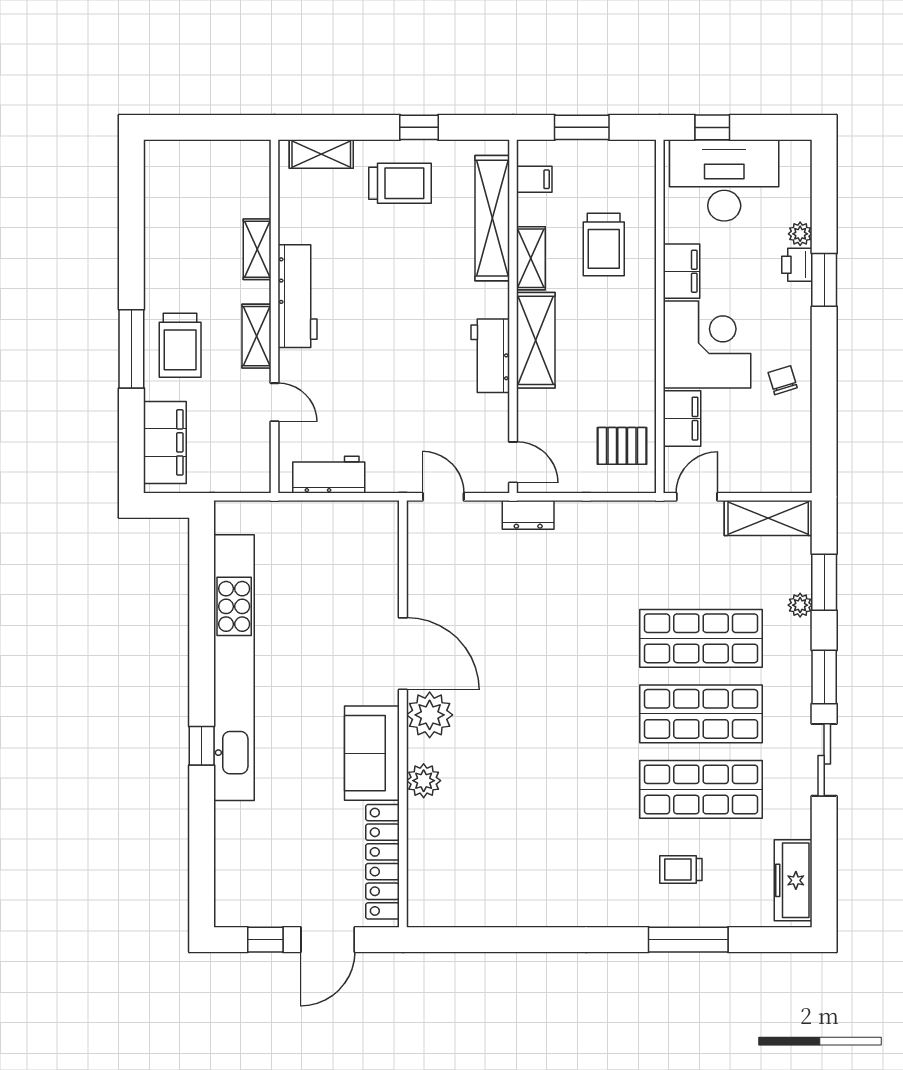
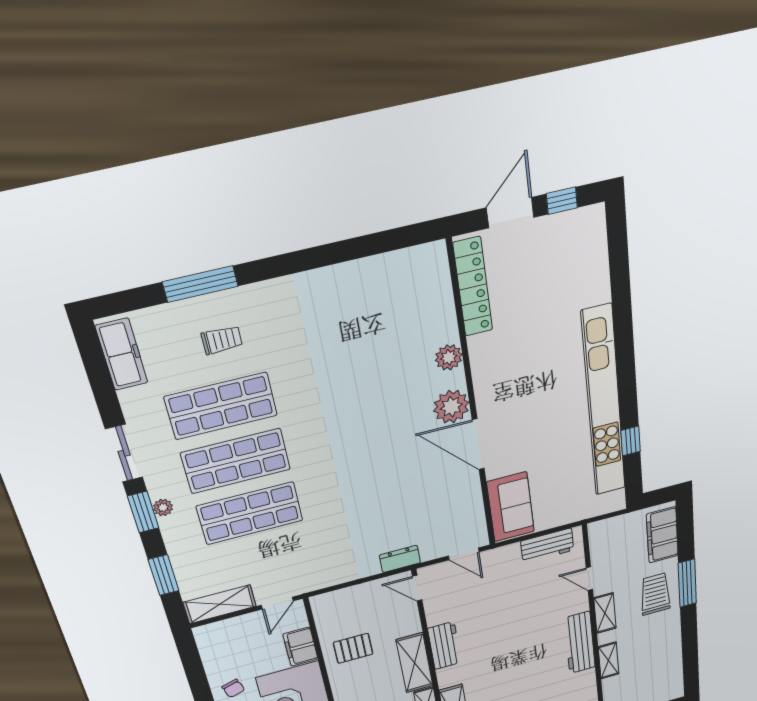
pallet: (622, 446) -> (353, 648), moved
plant: (800, 605) -> (163, 507), moved
window: (202, 746) -> (631, 441), moved
sofa: (372, 753) -> (511, 507), moved

